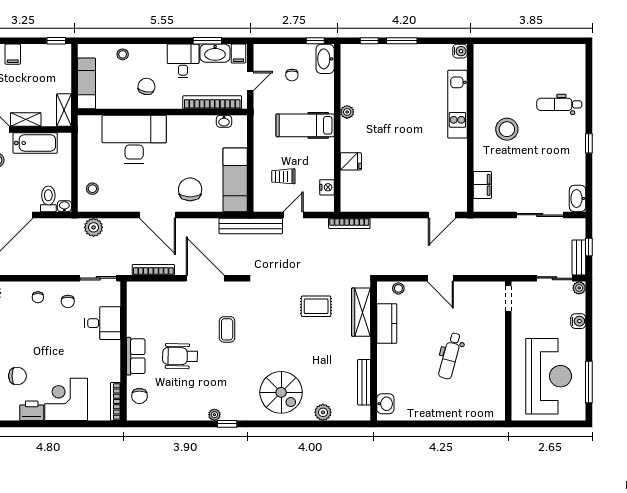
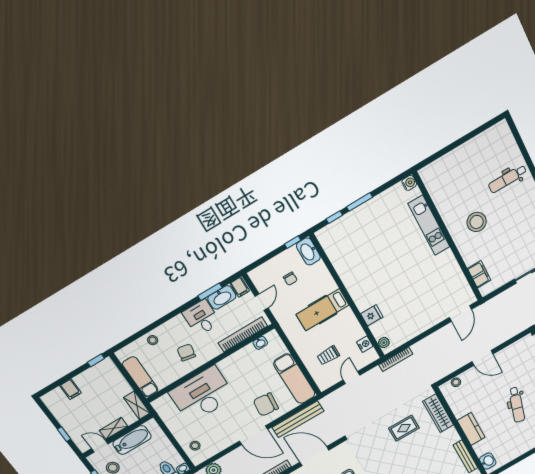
plant: (347, 112) -> (384, 343), moved
chair: (190, 189) -> (266, 405), turned -84
bench: (251, 226) -> (298, 419), moved
kitchen counter: (387, 323) -> (471, 429), moved

